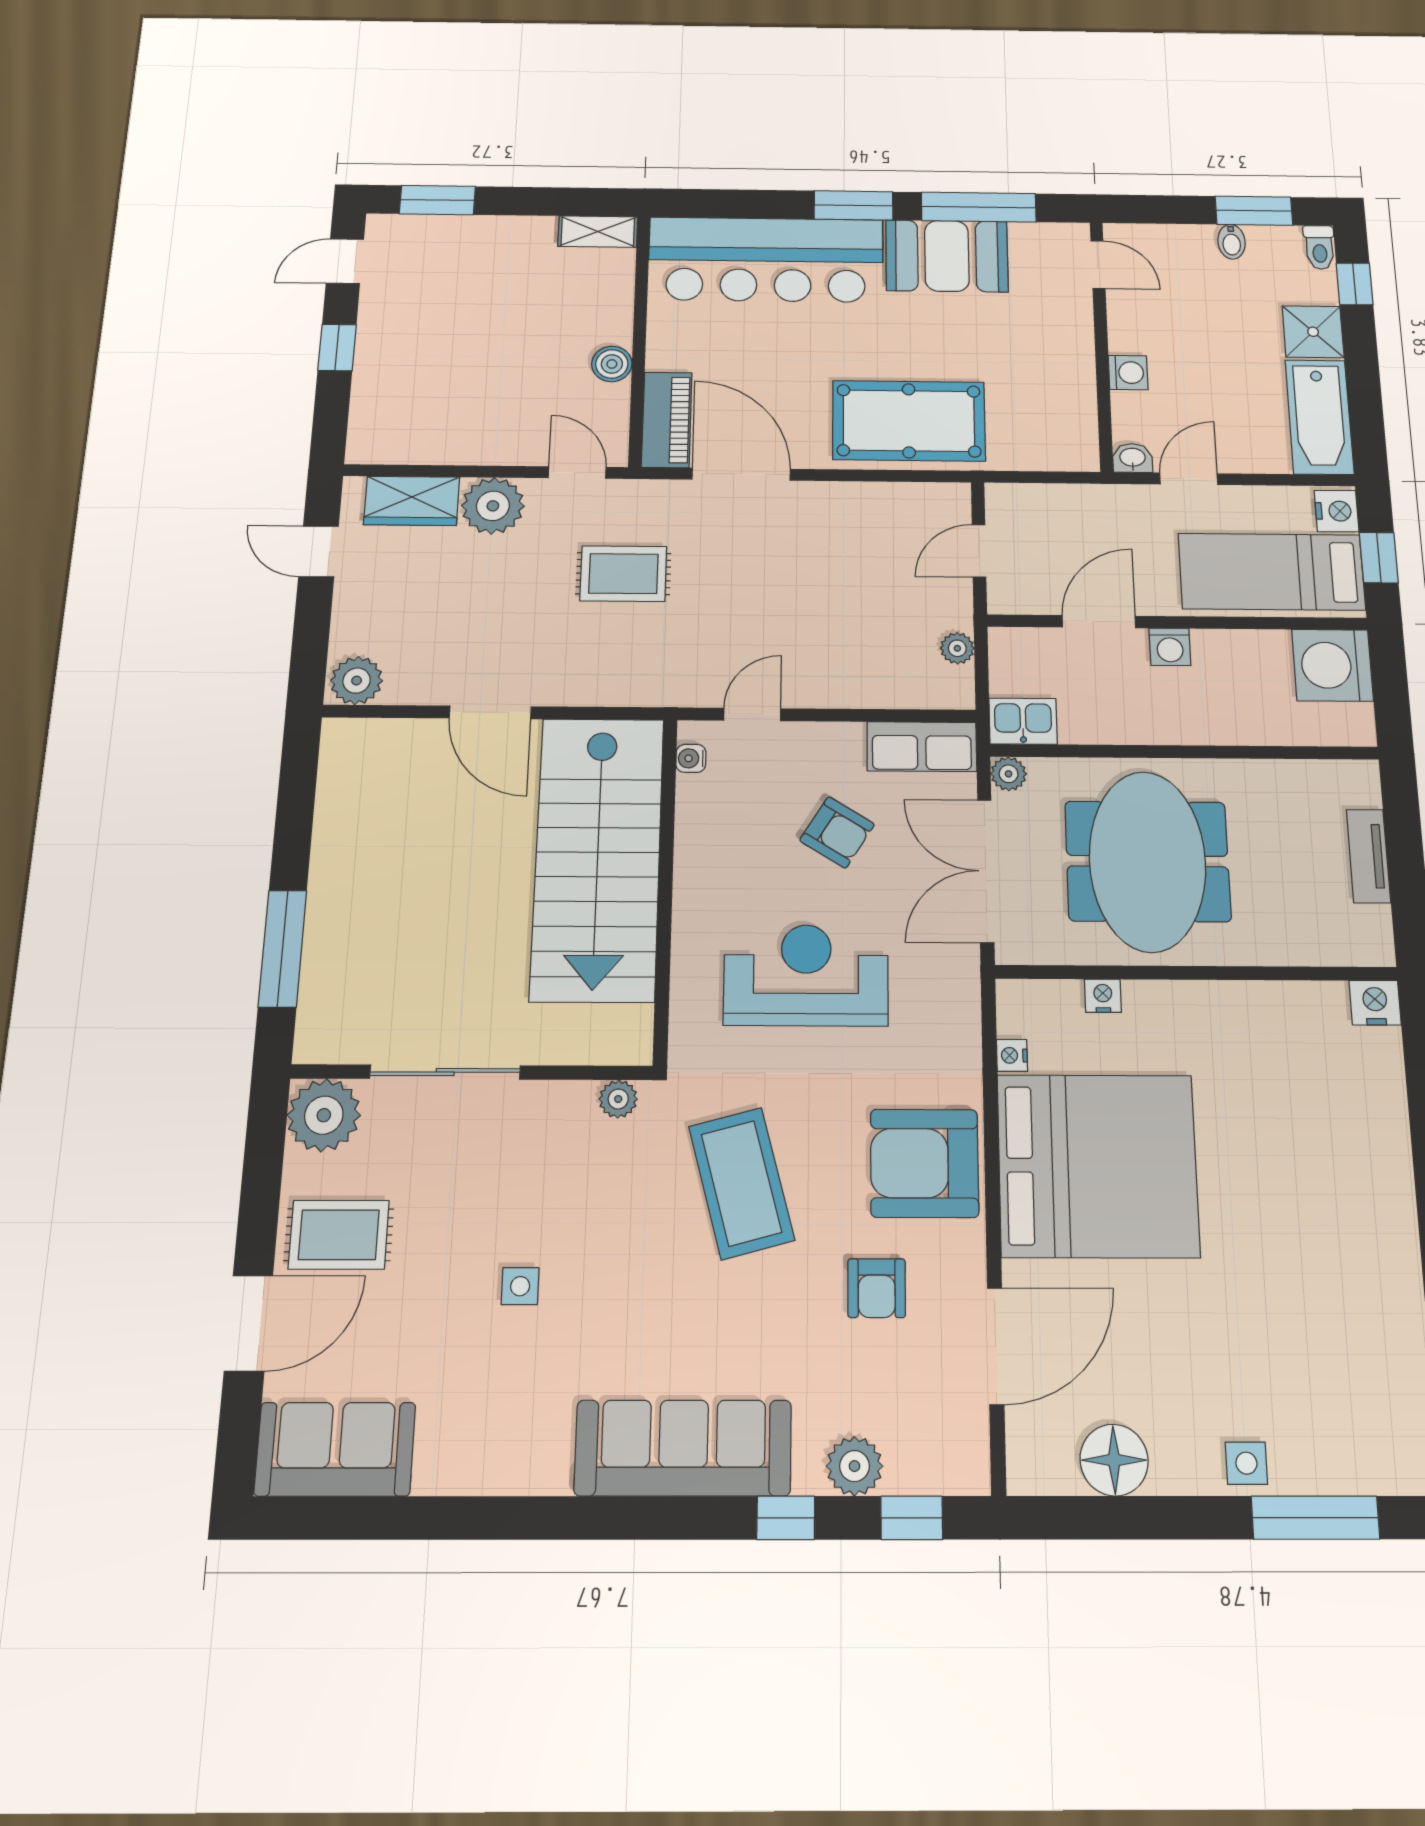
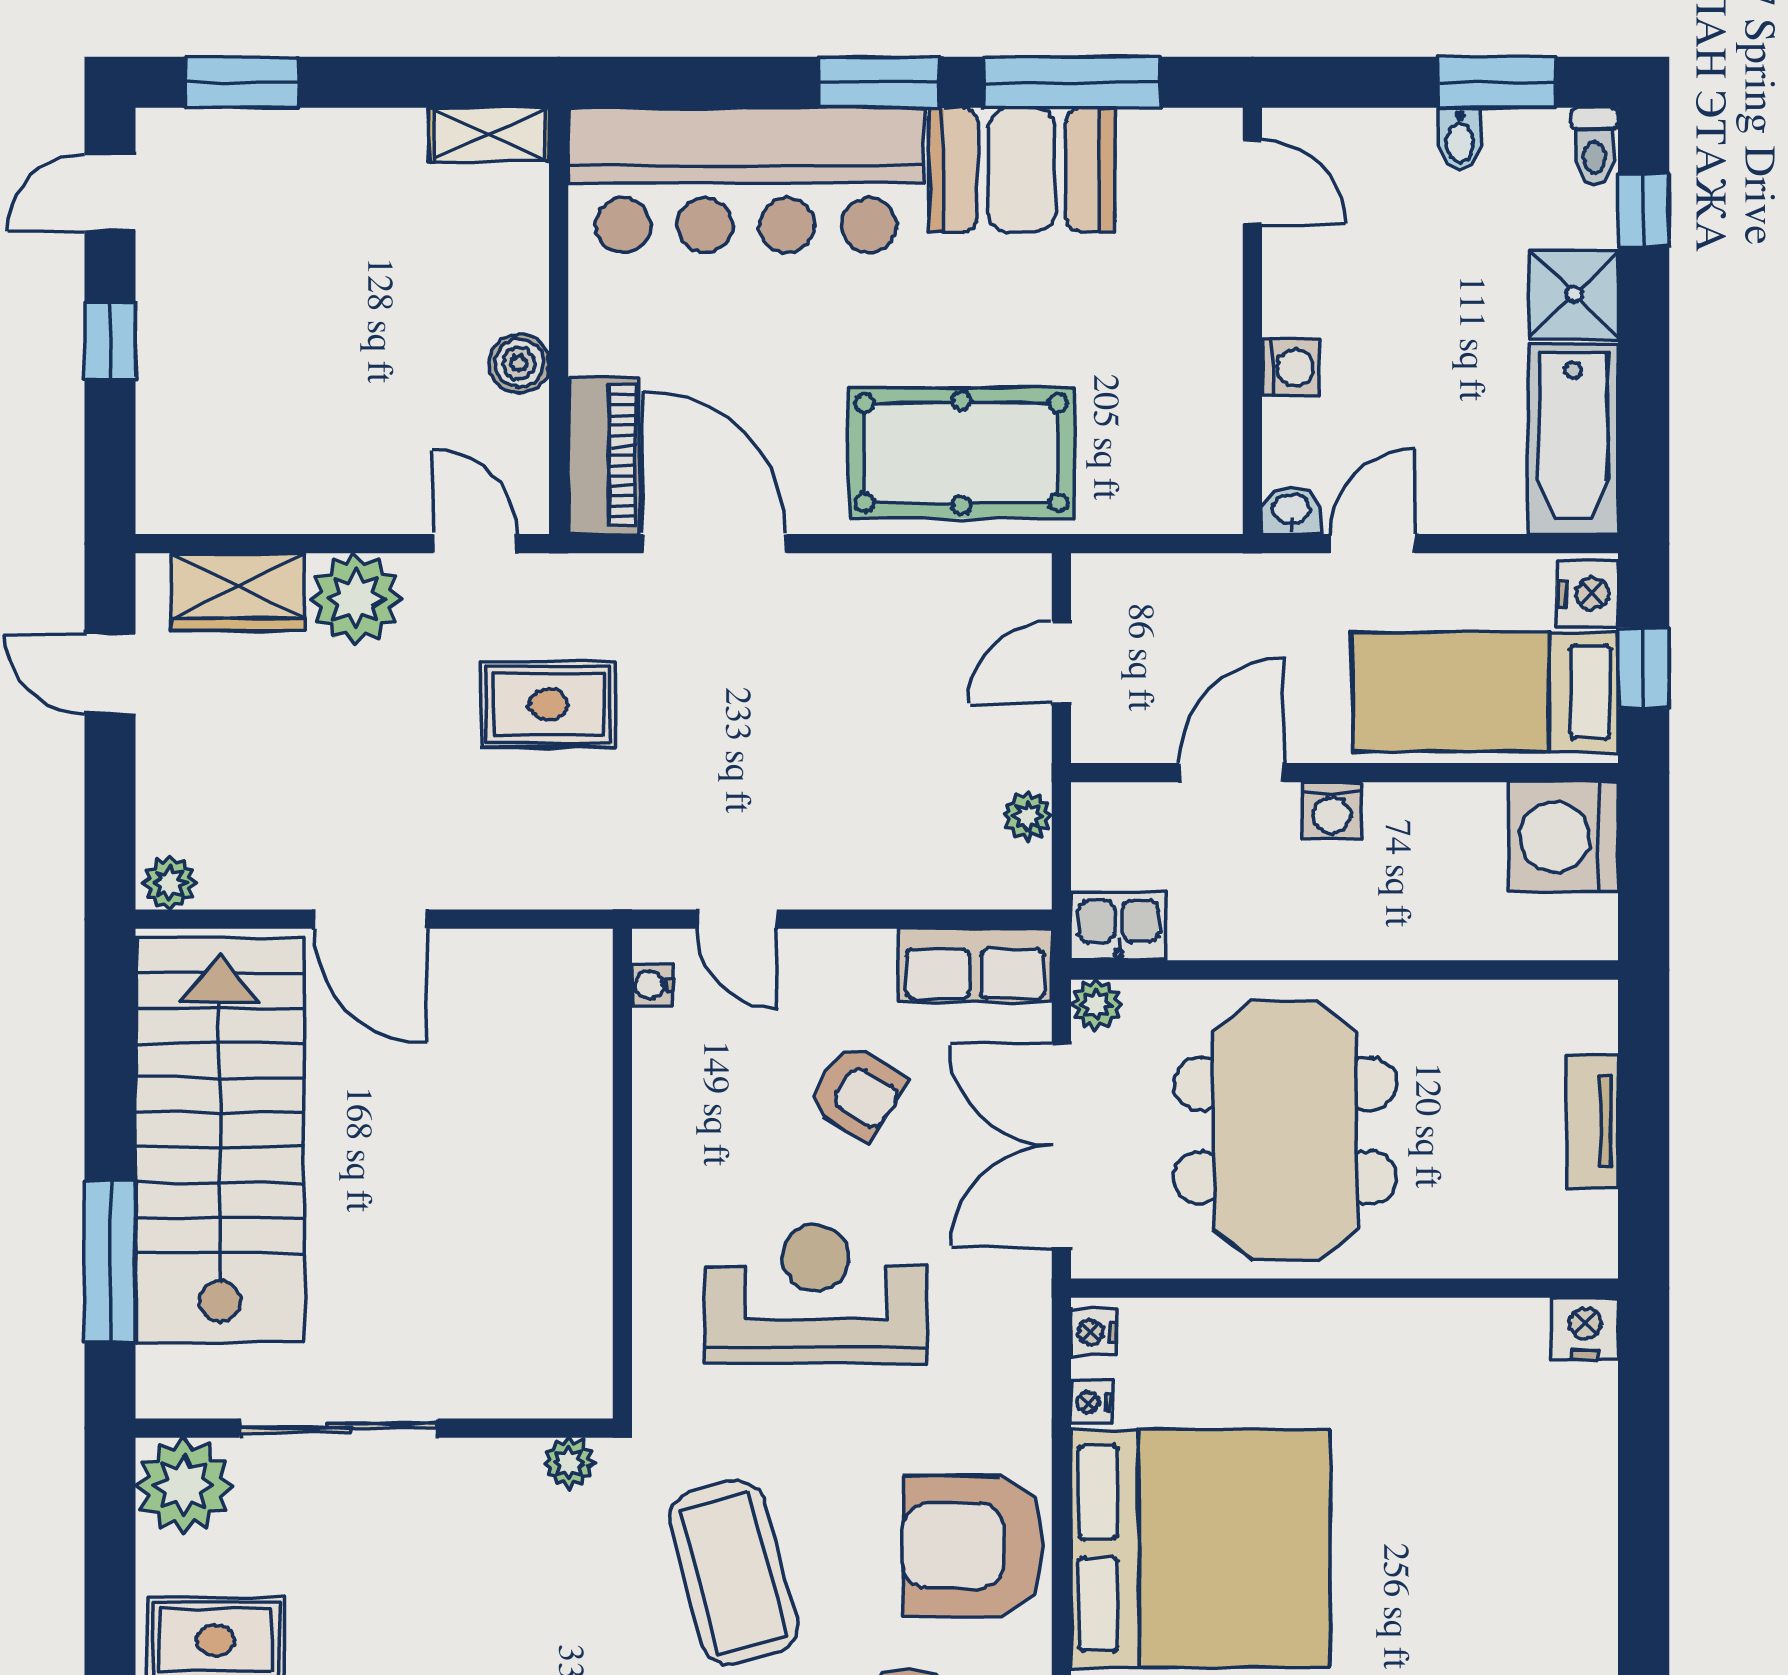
plant: (357, 681) -> (170, 883), width x0.73, depth x0.73
door: (752, 714) -> (737, 919), swing flipped
stairs: (598, 858) -> (220, 1139), moved, turned 180
nightstand: (1103, 996) -> (1094, 1332), moved, turned -90

